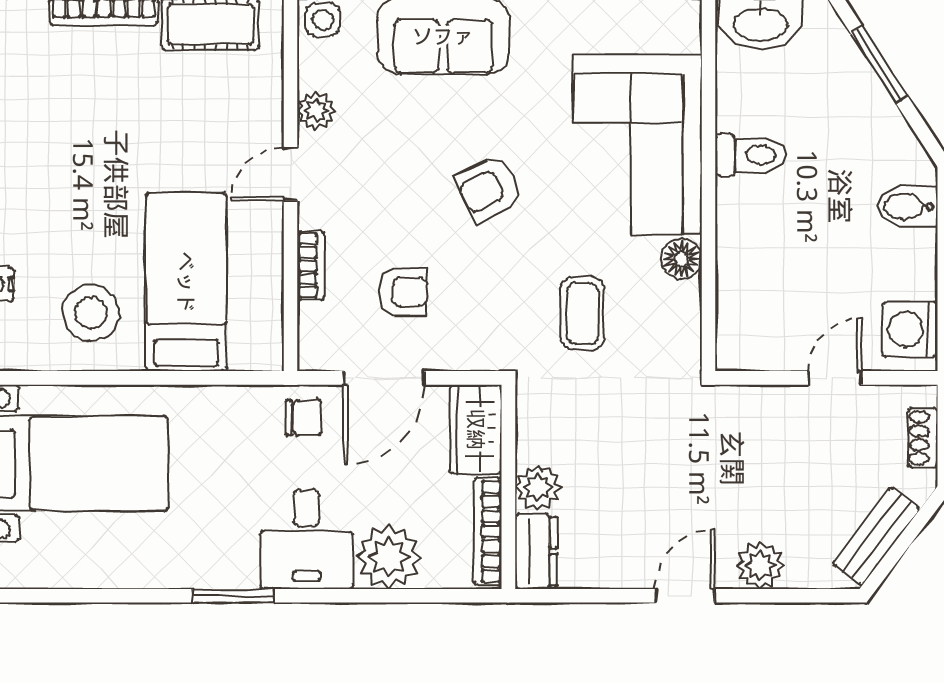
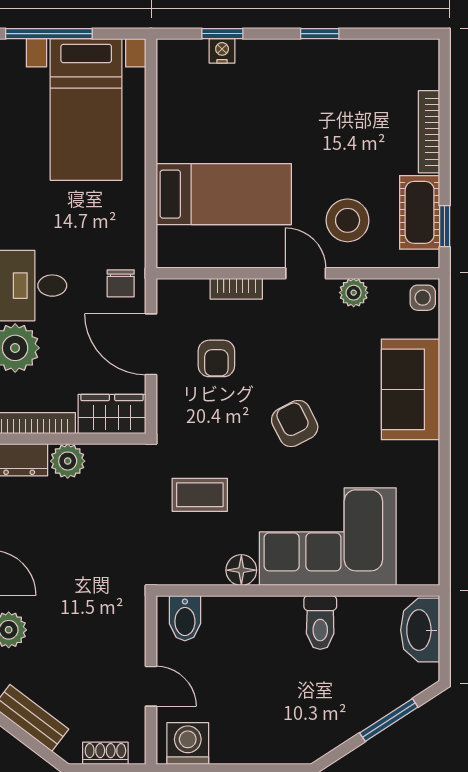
bidet: (908, 206) -> (185, 618), moved, turned 180
stool: (91, 313) -> (348, 220), moved

